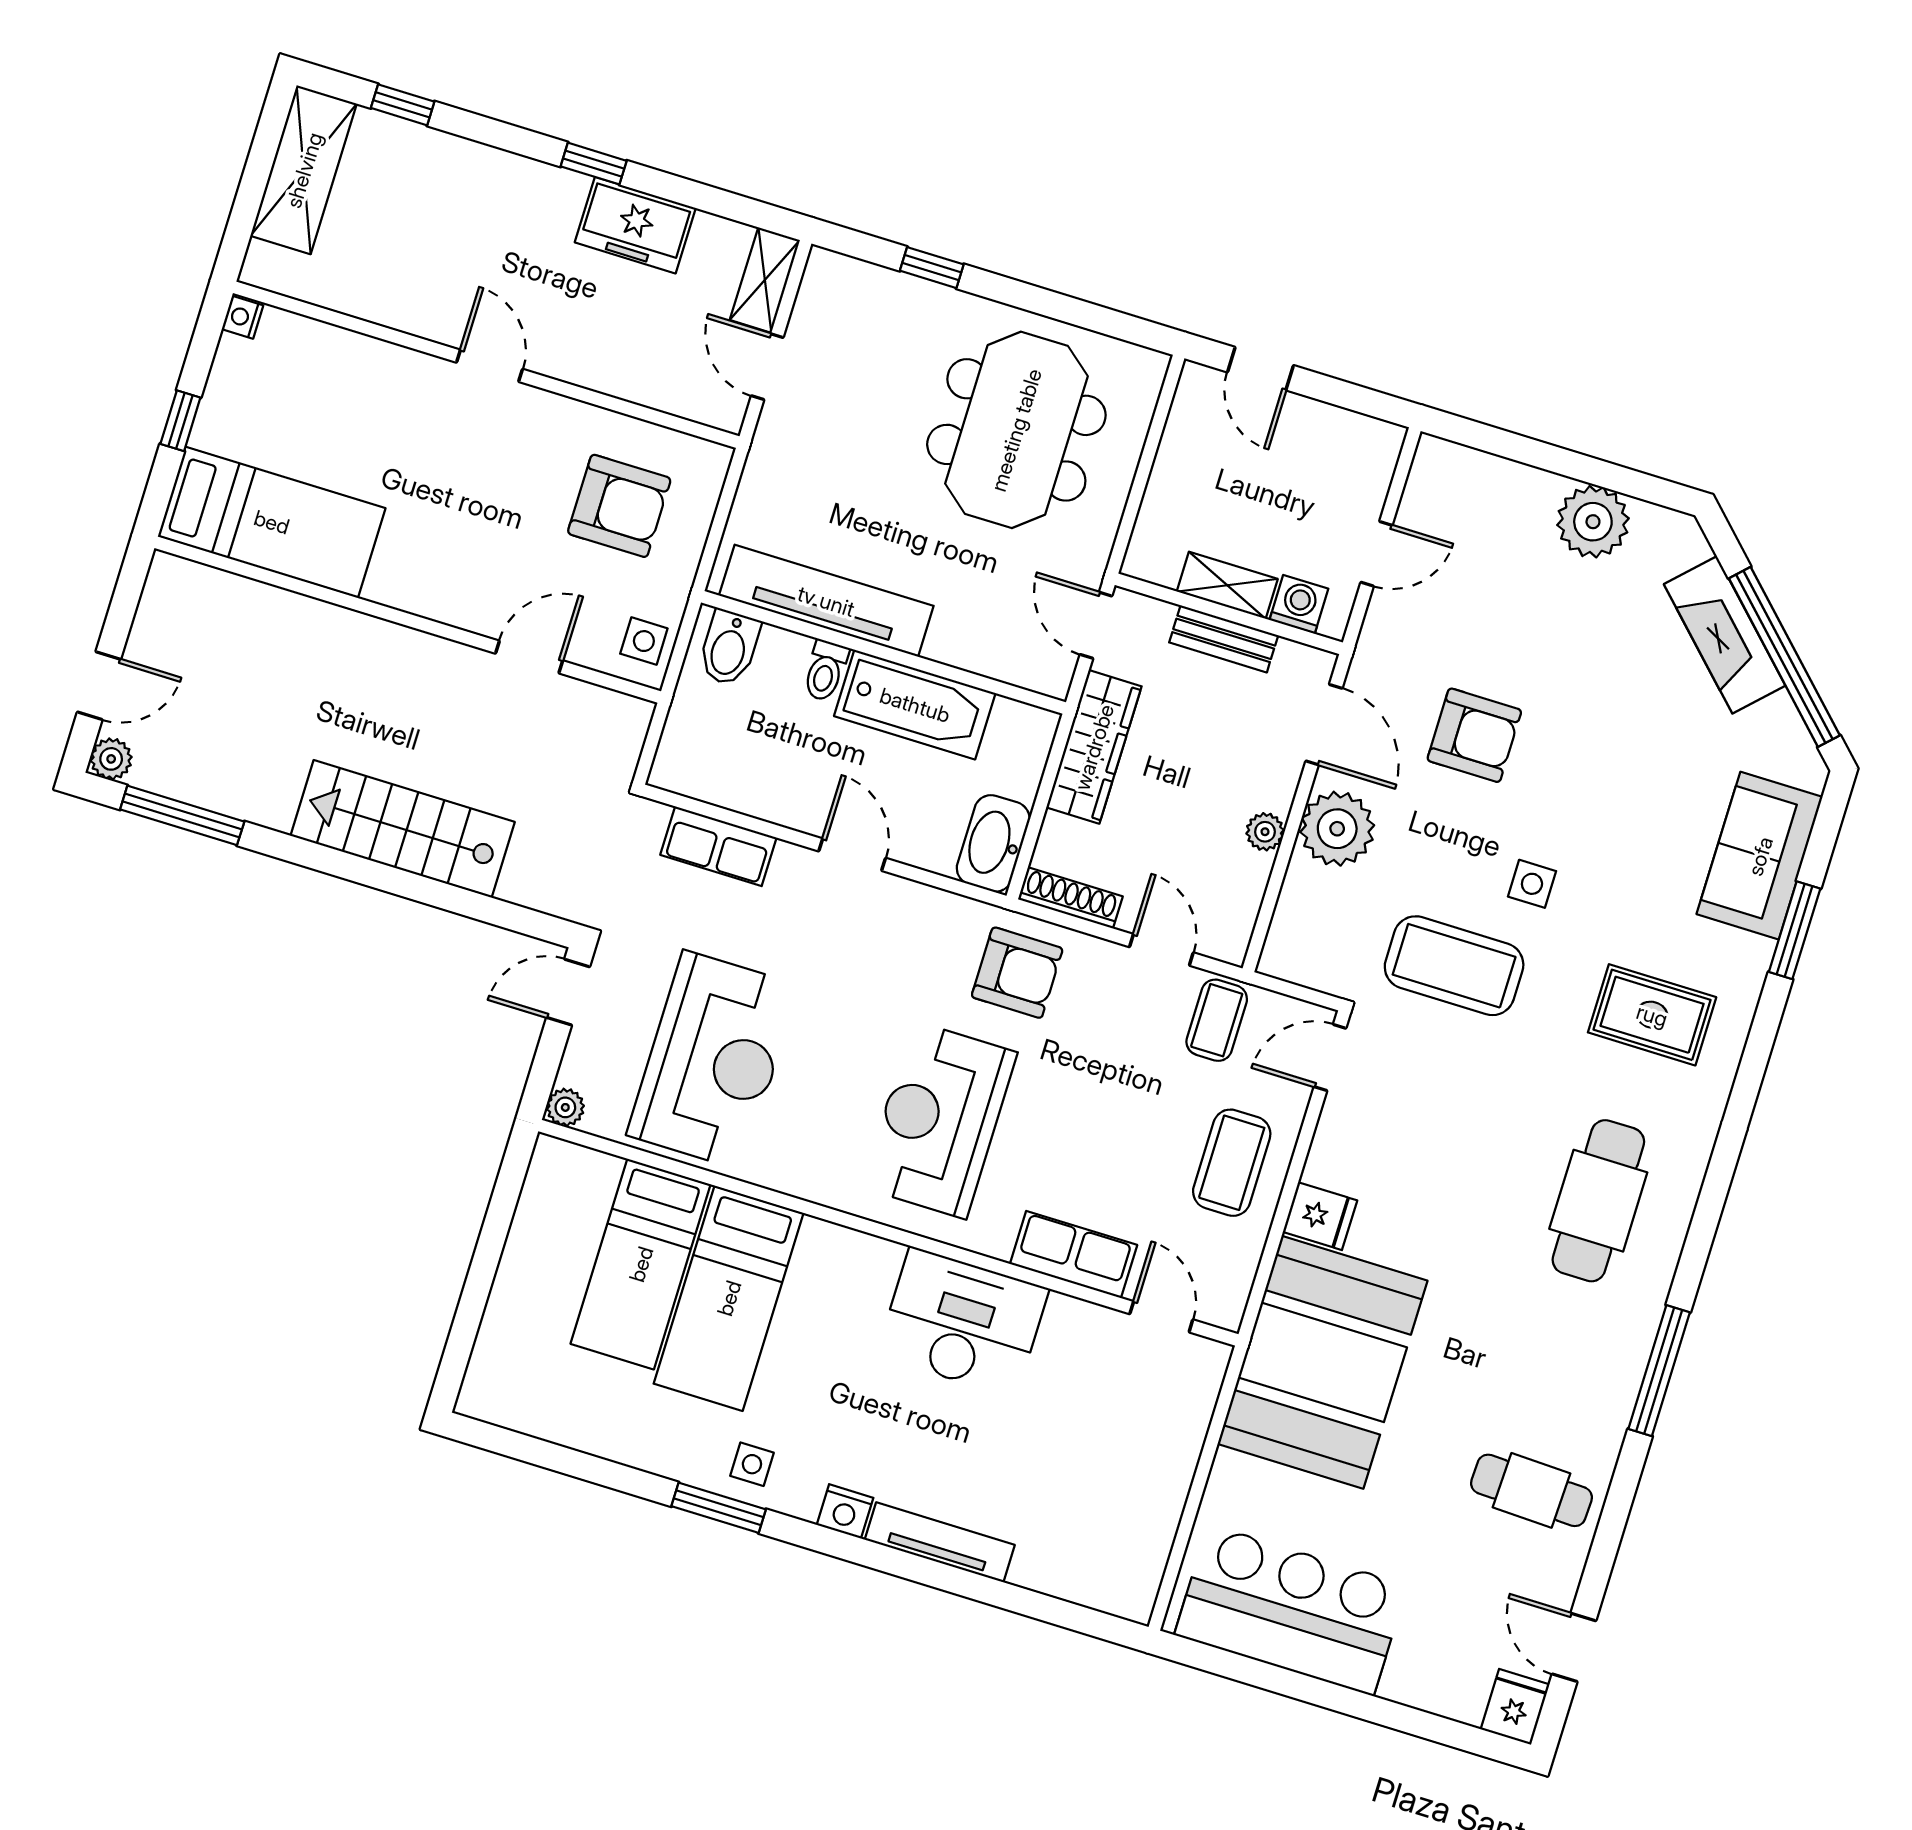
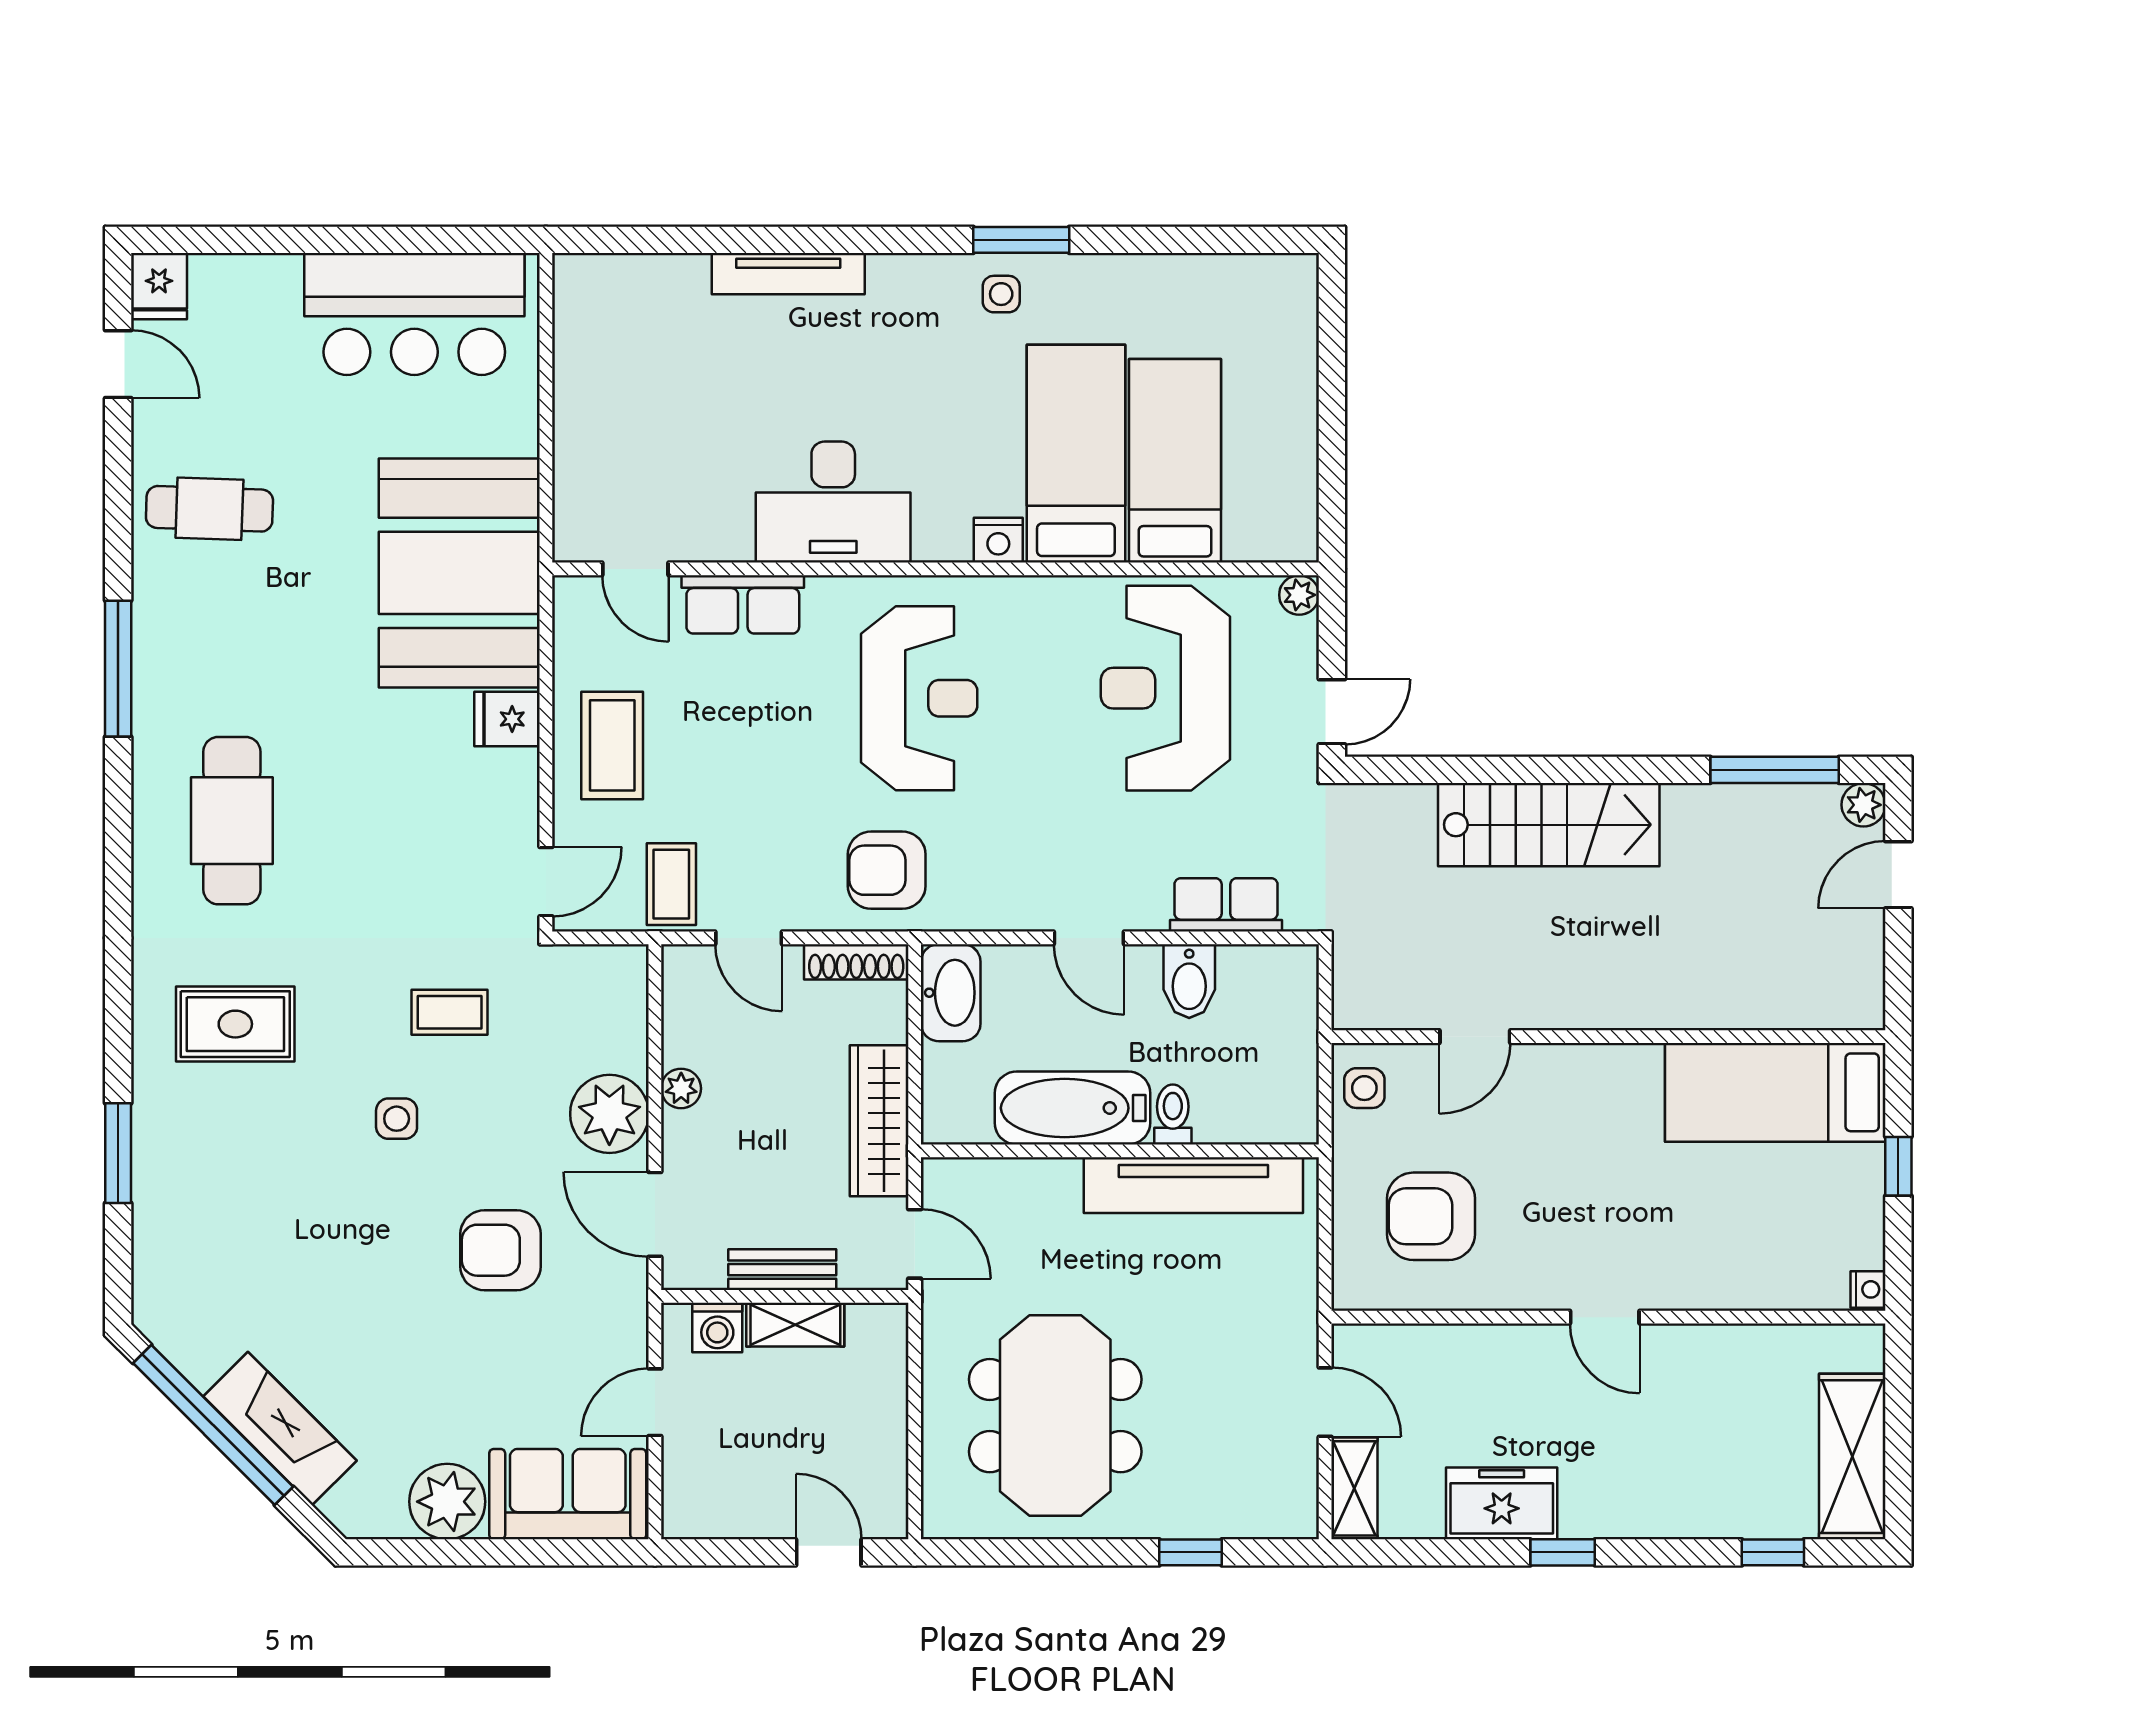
bidet: (729, 648) -> (1189, 981), moved, turned 180
sofa: (1760, 856) -> (568, 1494), moved, turned -90
coffee table: (1454, 966) -> (450, 1012), width x0.54, depth x0.58
nightstand: (845, 1511) -> (998, 540), moved, turned 180

